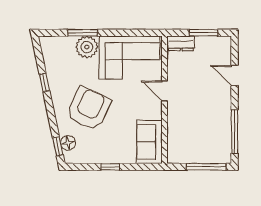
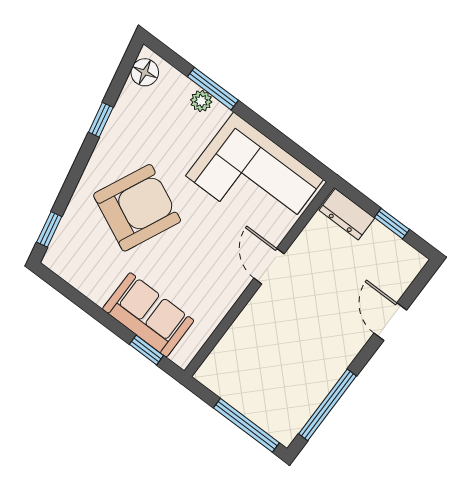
window: (203, 33) -> (392, 224), width x0.67
plant: (87, 47) -> (201, 101), width x0.53, depth x0.53
sofa: (149, 142) -> (148, 315), moved, turned 90
floor lamp: (68, 143) -> (145, 72), moved
window: (110, 167) -> (146, 350), moved

